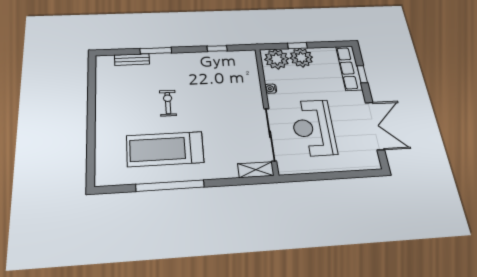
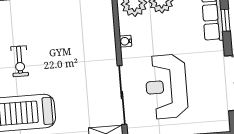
exercise bike: (168, 103) -> (20, 61), turned 180

